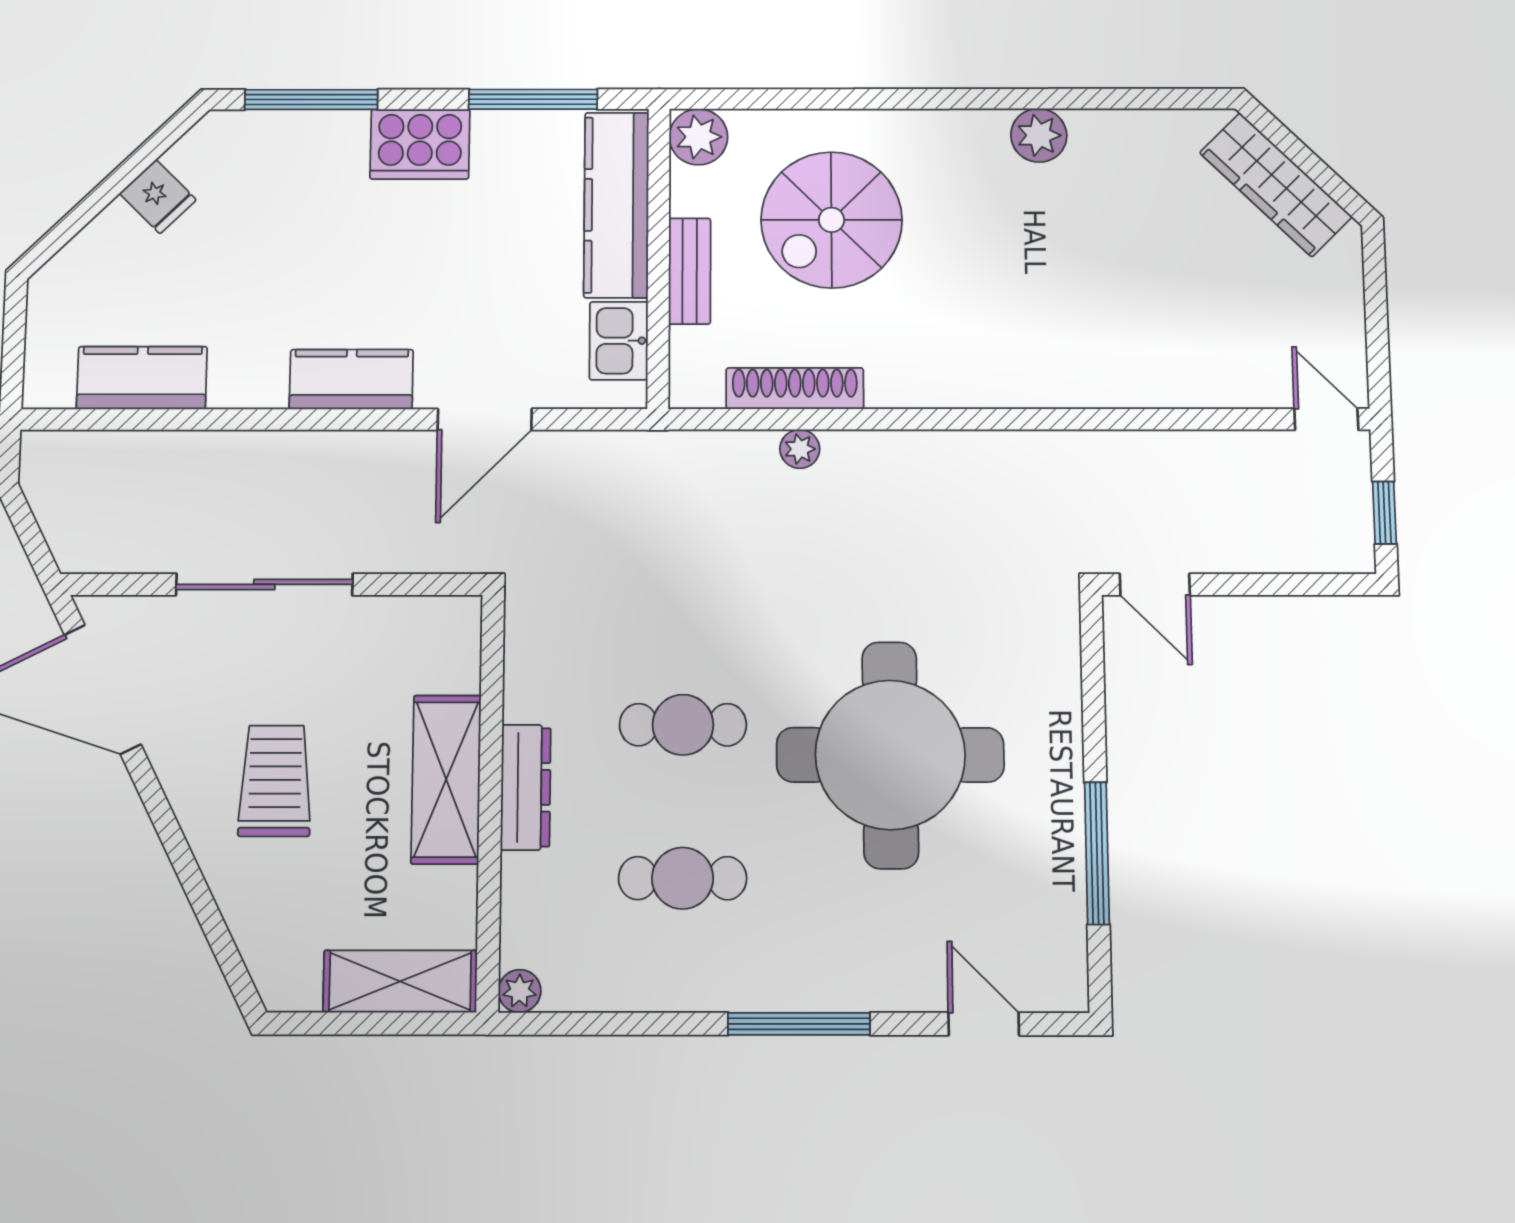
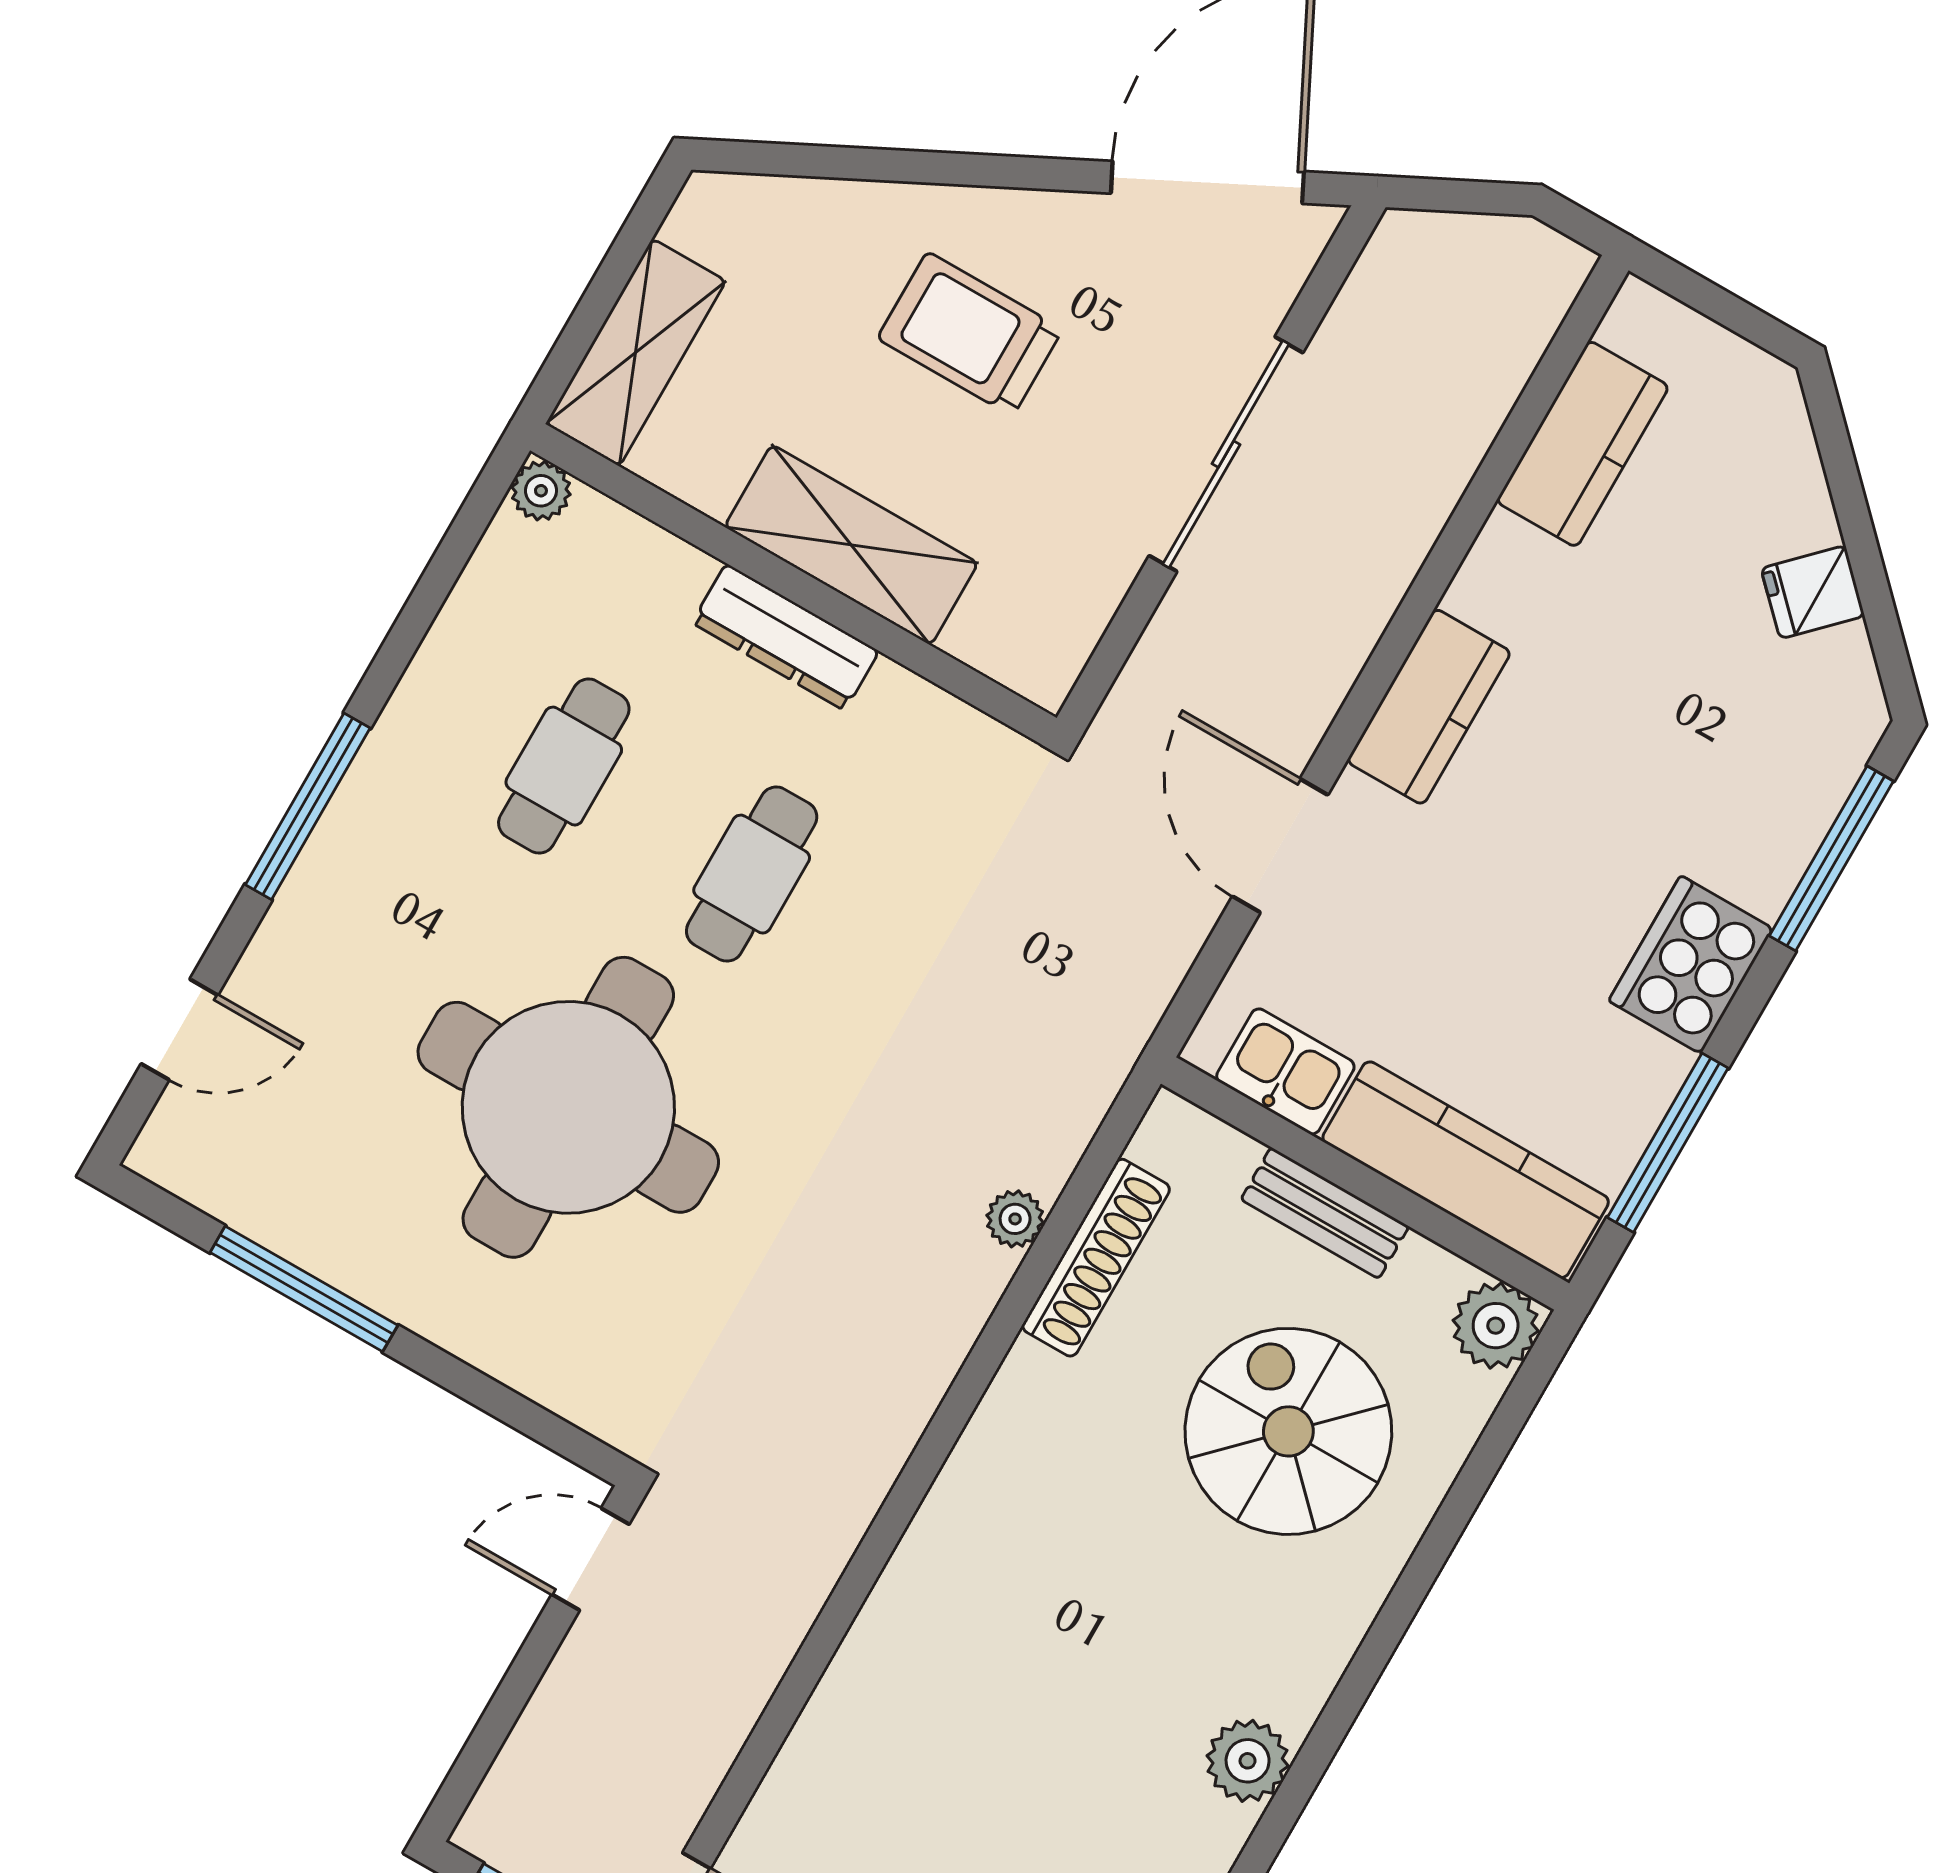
trolley: (275, 781) -> (970, 334), turned 180

